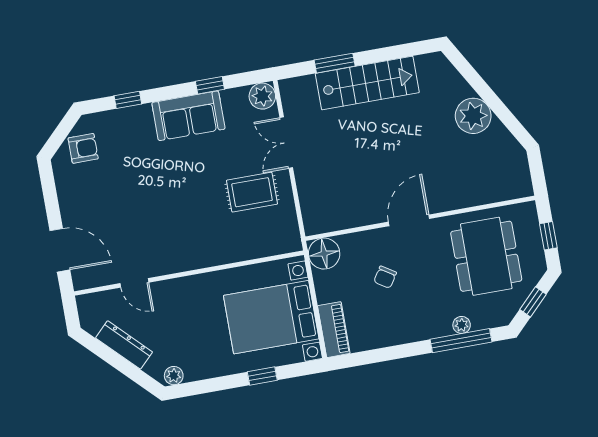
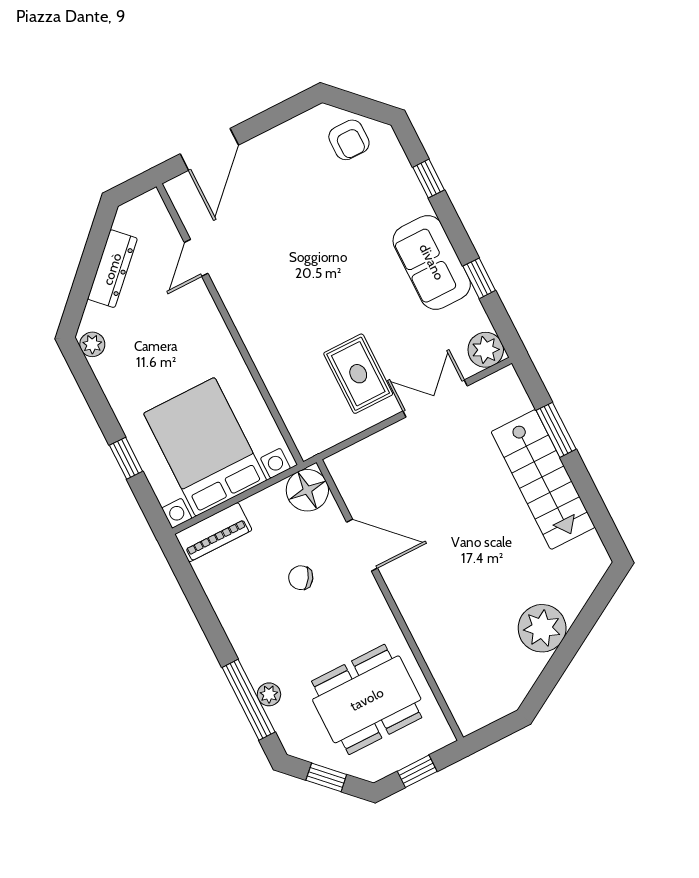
door: (409, 220) -> (362, 545), moved

